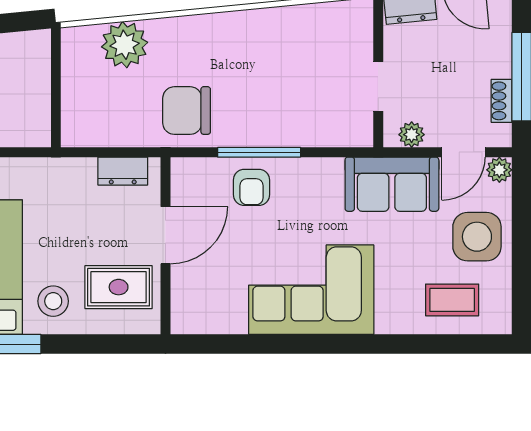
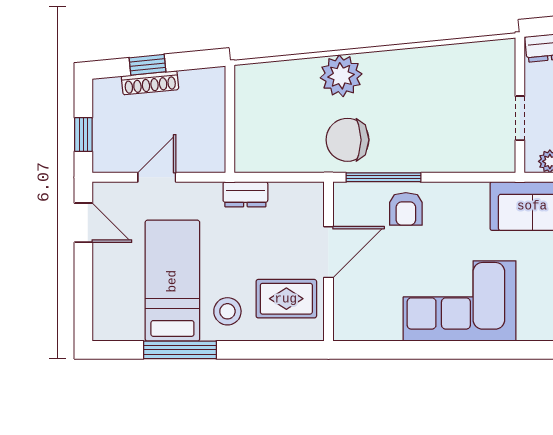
plant: (125, 45) -> (341, 76), moved
window: (259, 152) -> (383, 177), moved
dresser: (123, 171) -> (245, 194), moved

